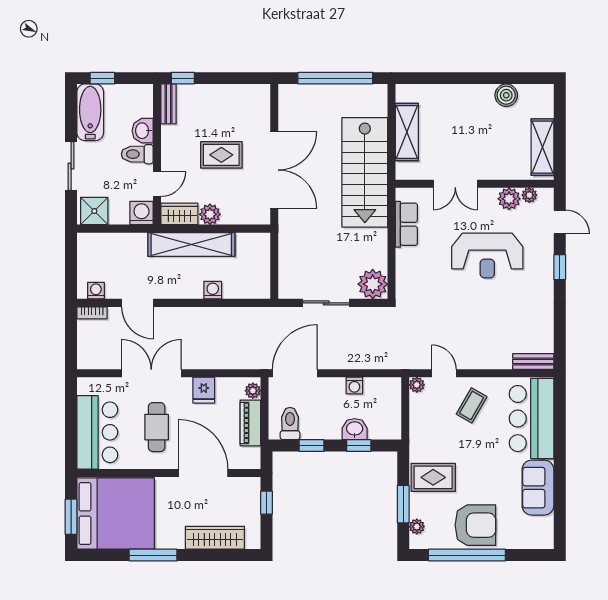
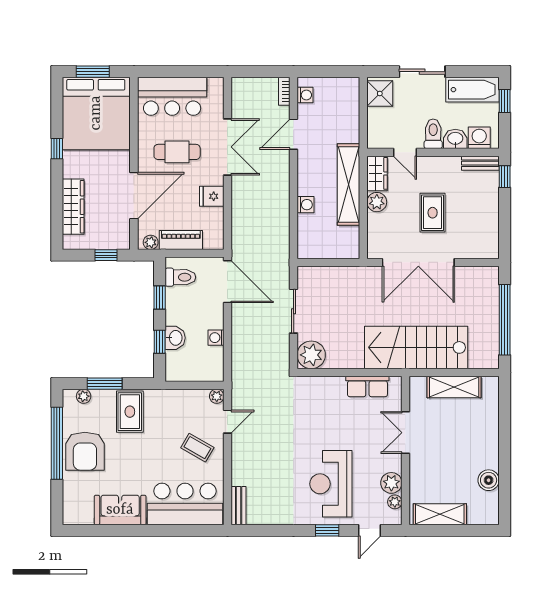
washing machine: (141, 213) -> (479, 138), moved, turned -90
reception desk: (487, 256) -> (331, 484), moved
plant: (253, 391) -> (151, 242), moved
window: (153, 555) -> (57, 149), width x0.46

